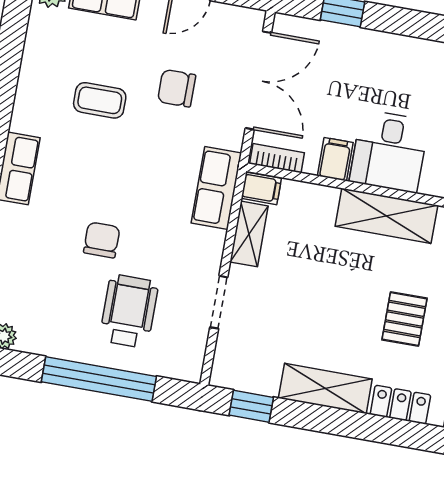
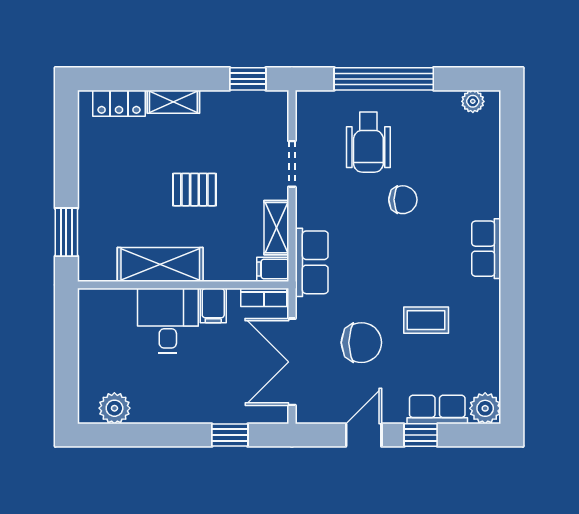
chair: (177, 88) -> (361, 343), width x1.37, depth x1.37
chair: (102, 240) -> (403, 200), turned -90
pallet: (404, 319) -> (194, 190), moved, turned 90
shelving: (325, 388) -> (173, 102), width x0.67, depth x0.75

